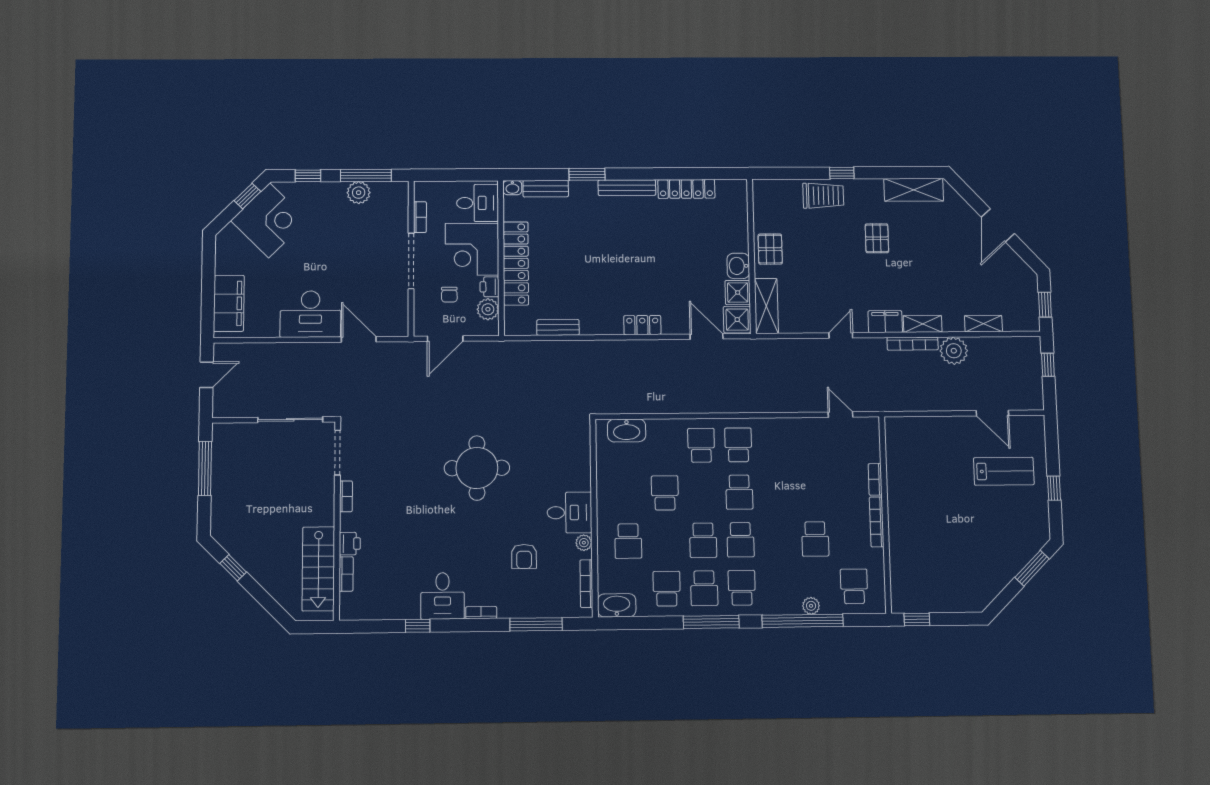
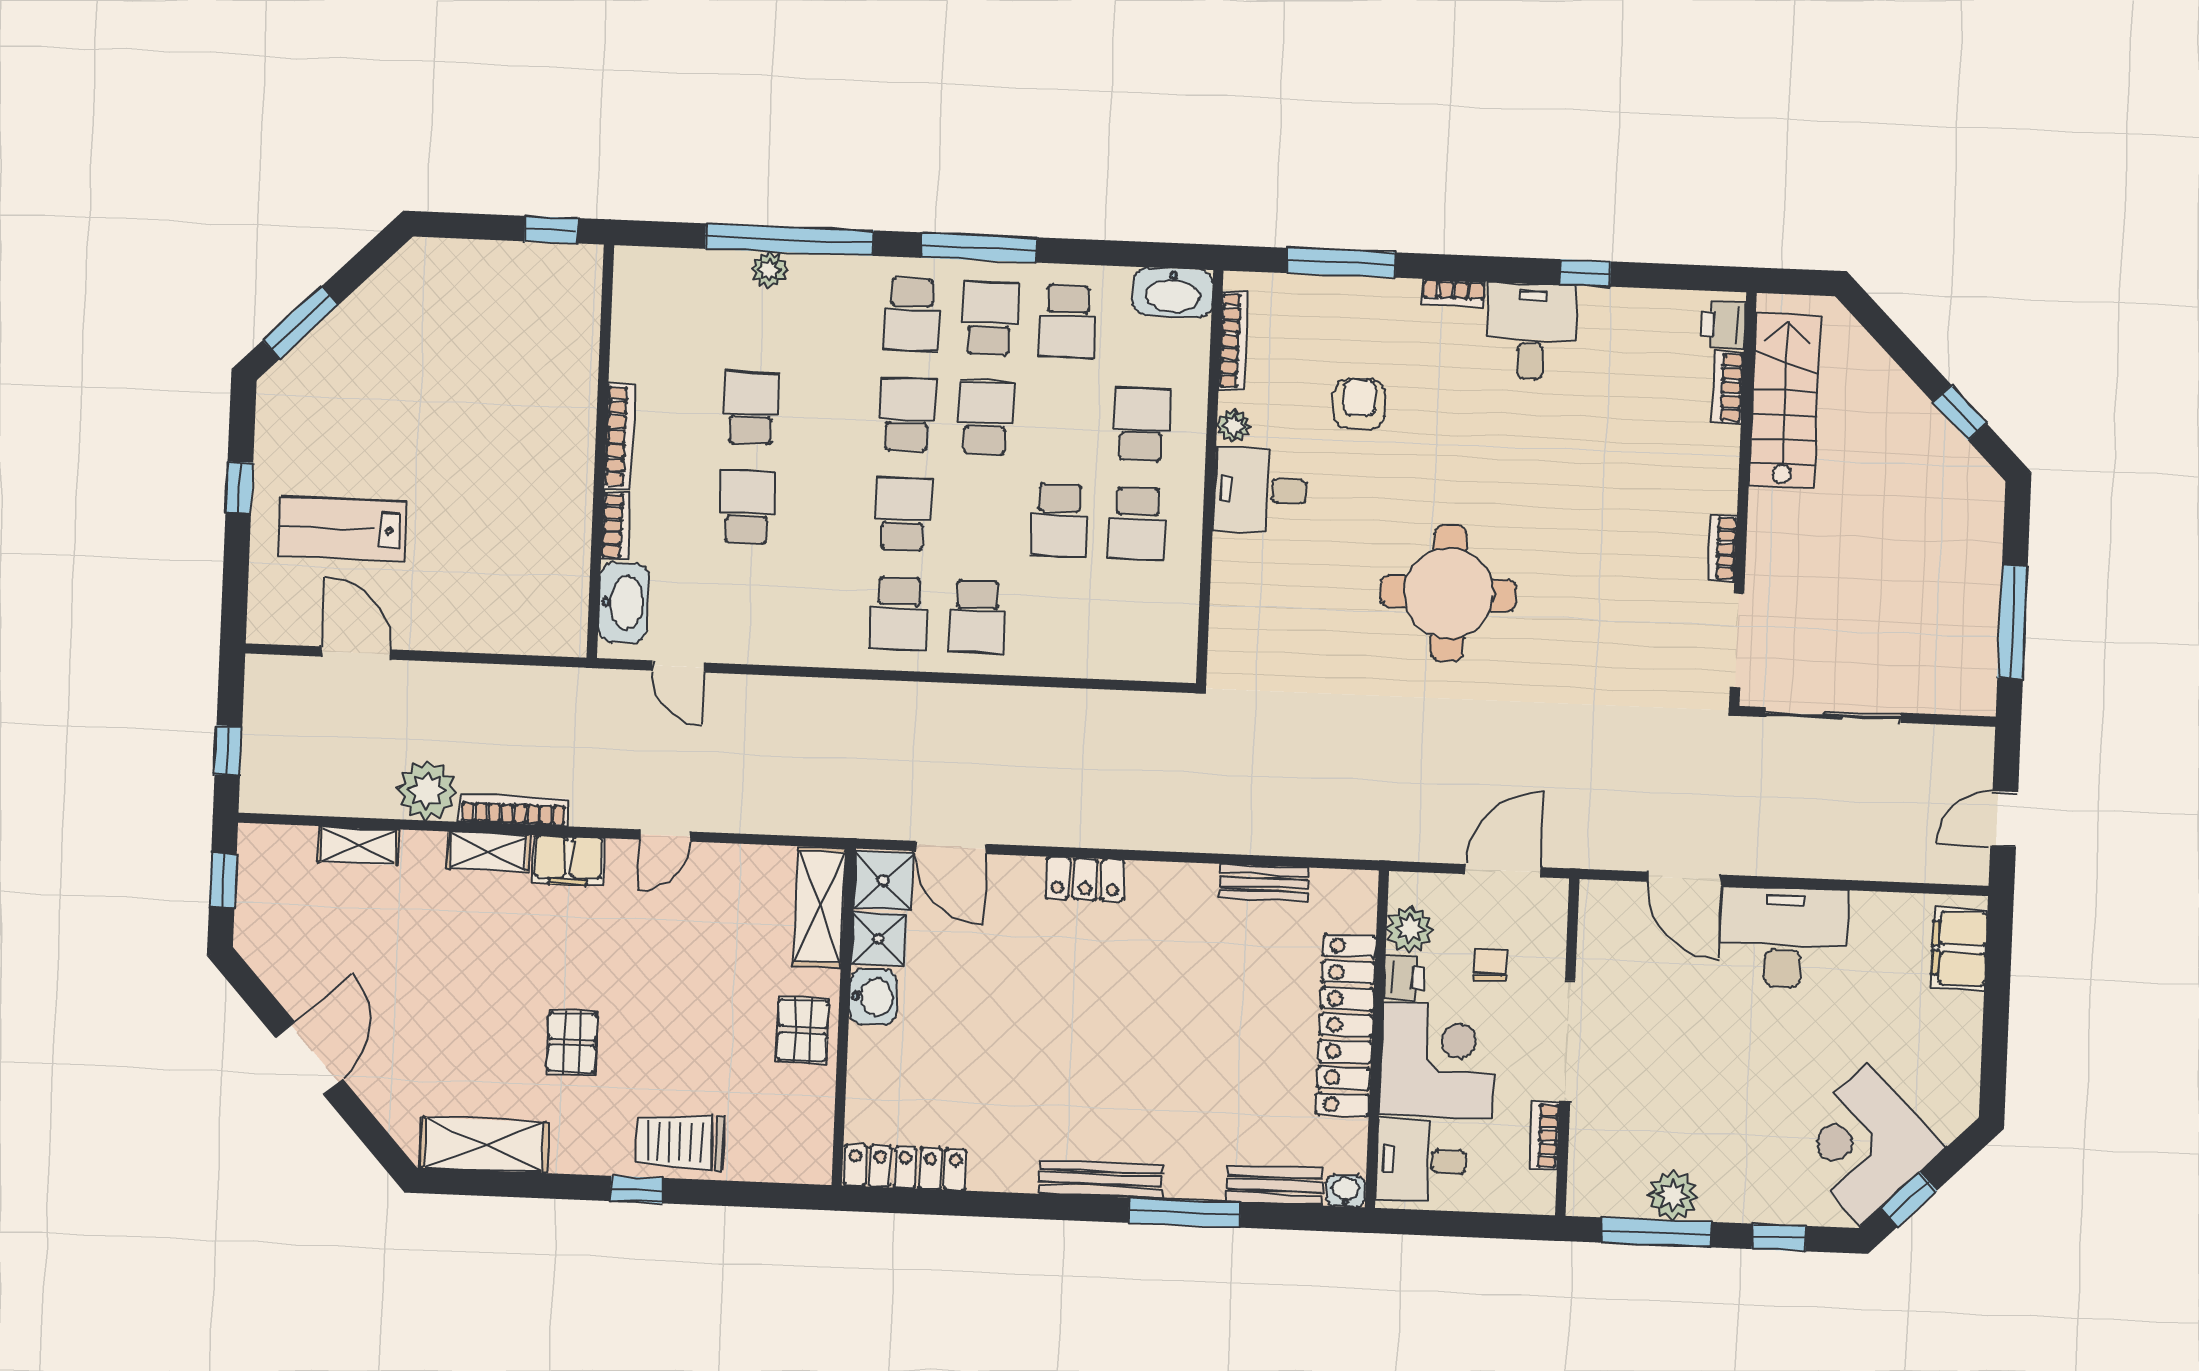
window: (587, 174) -> (1185, 1213), width x1.44
locker: (686, 189) -> (905, 1167), moved
filing cabinet: (229, 303) -> (1959, 949), width x0.67, depth x0.86
washbasin: (627, 430) -> (623, 603), moved, turned 90
school desk: (627, 493) -> (1137, 524), added
printer: (350, 544) -> (1724, 324), moved
school desk: (854, 586) -> (747, 507), moved, turned 180

